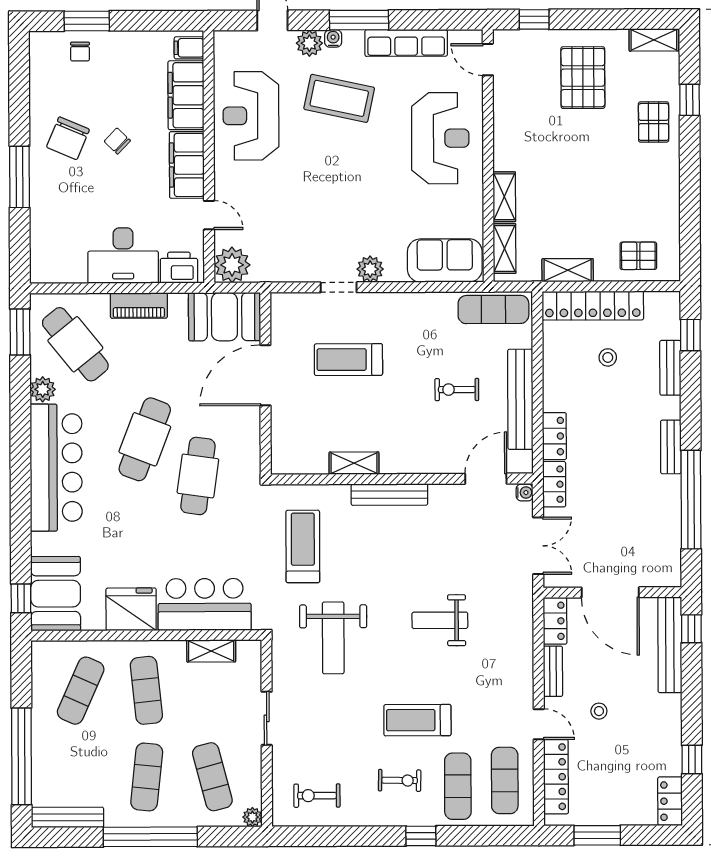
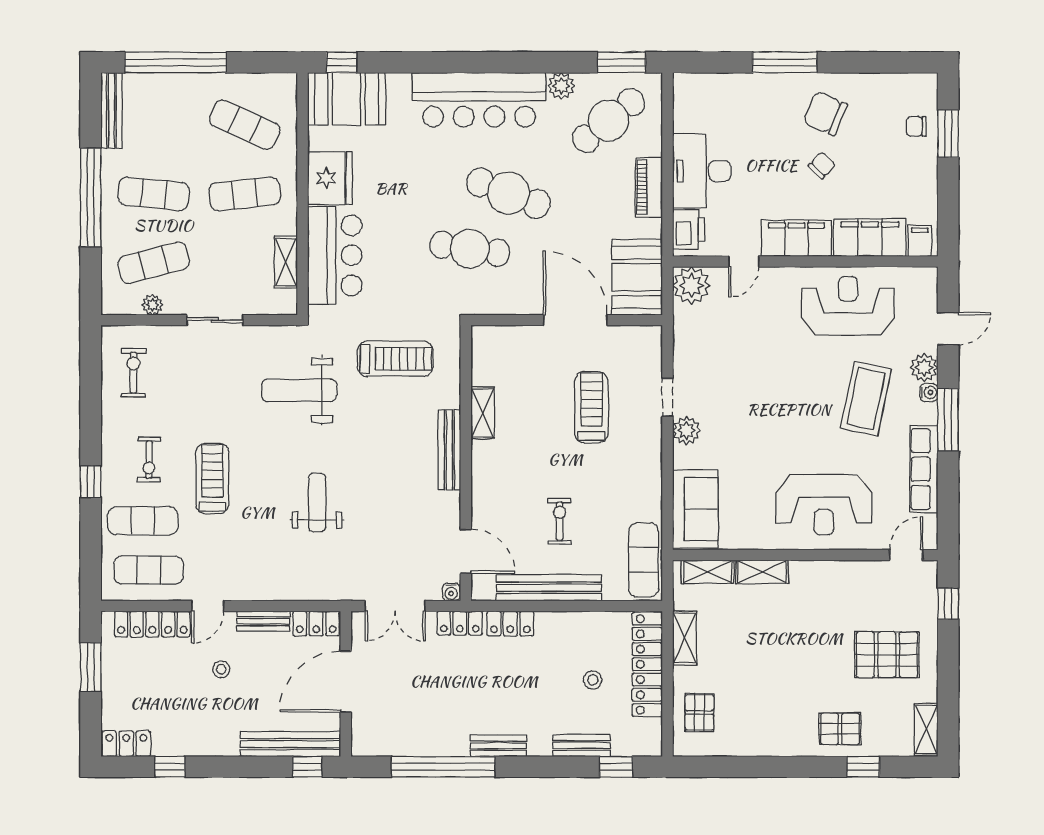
plant: (252, 817) -> (152, 305), moved

